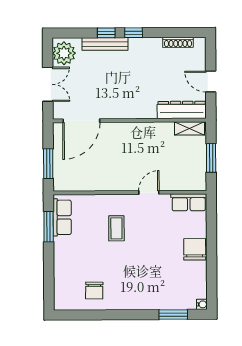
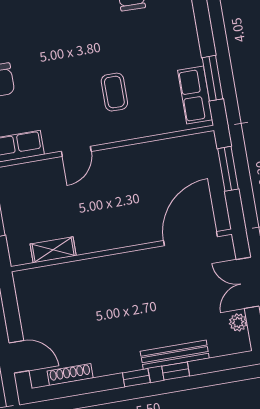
plant: (64, 53) -> (238, 322), width x0.53, depth x0.53
door: (211, 82) -> (19, 357), moved
dresser: (182, 110) -> (49, 278), removed
shelving: (190, 128) -> (53, 250), moved

